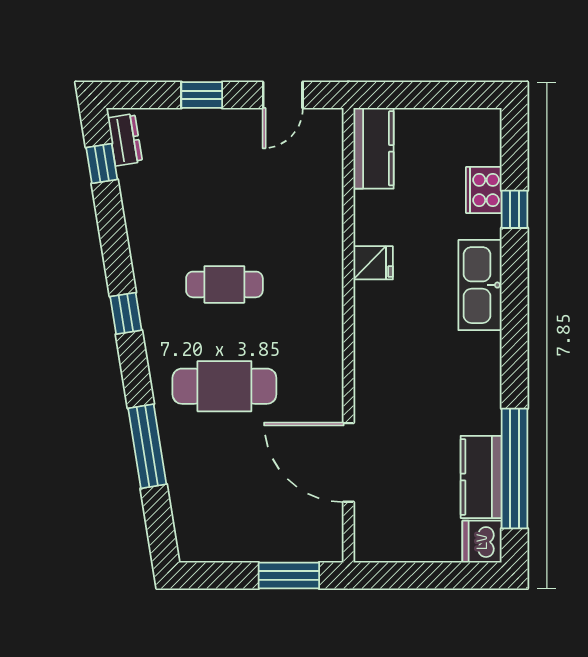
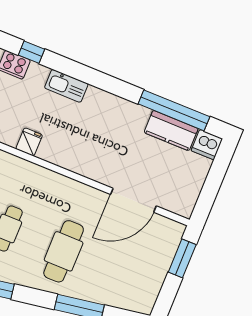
kitchen sink: (480, 285) -> (66, 86), width x0.73, depth x0.81

